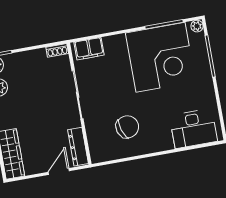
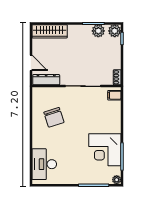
filing cabinet: (89, 49) -> (114, 95), width x0.50
corner desk: (160, 57) -> (105, 150), width x0.74, depth x0.74

